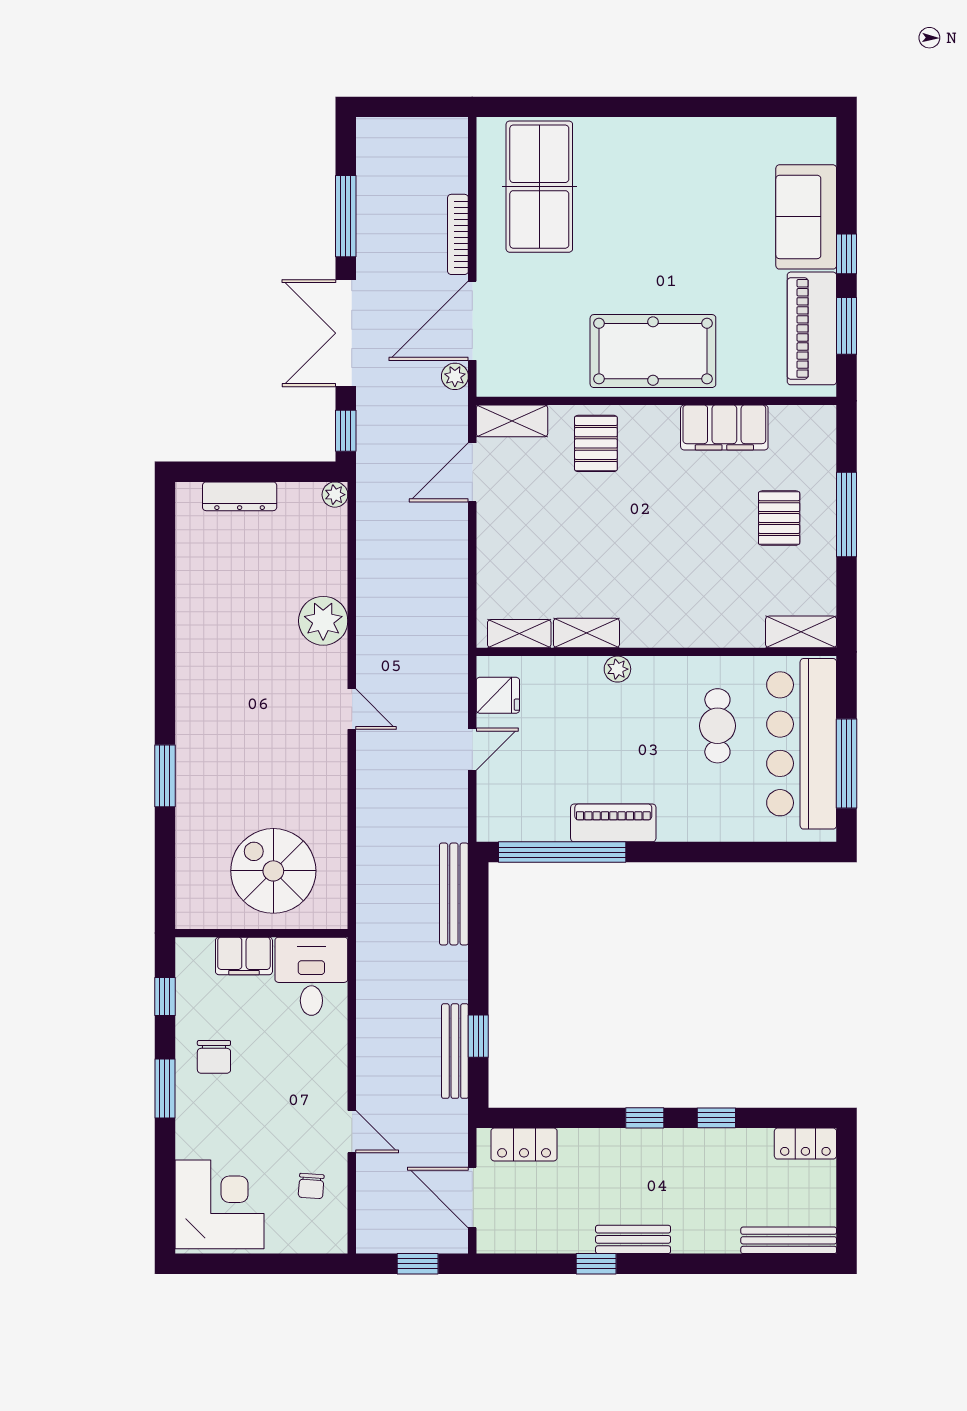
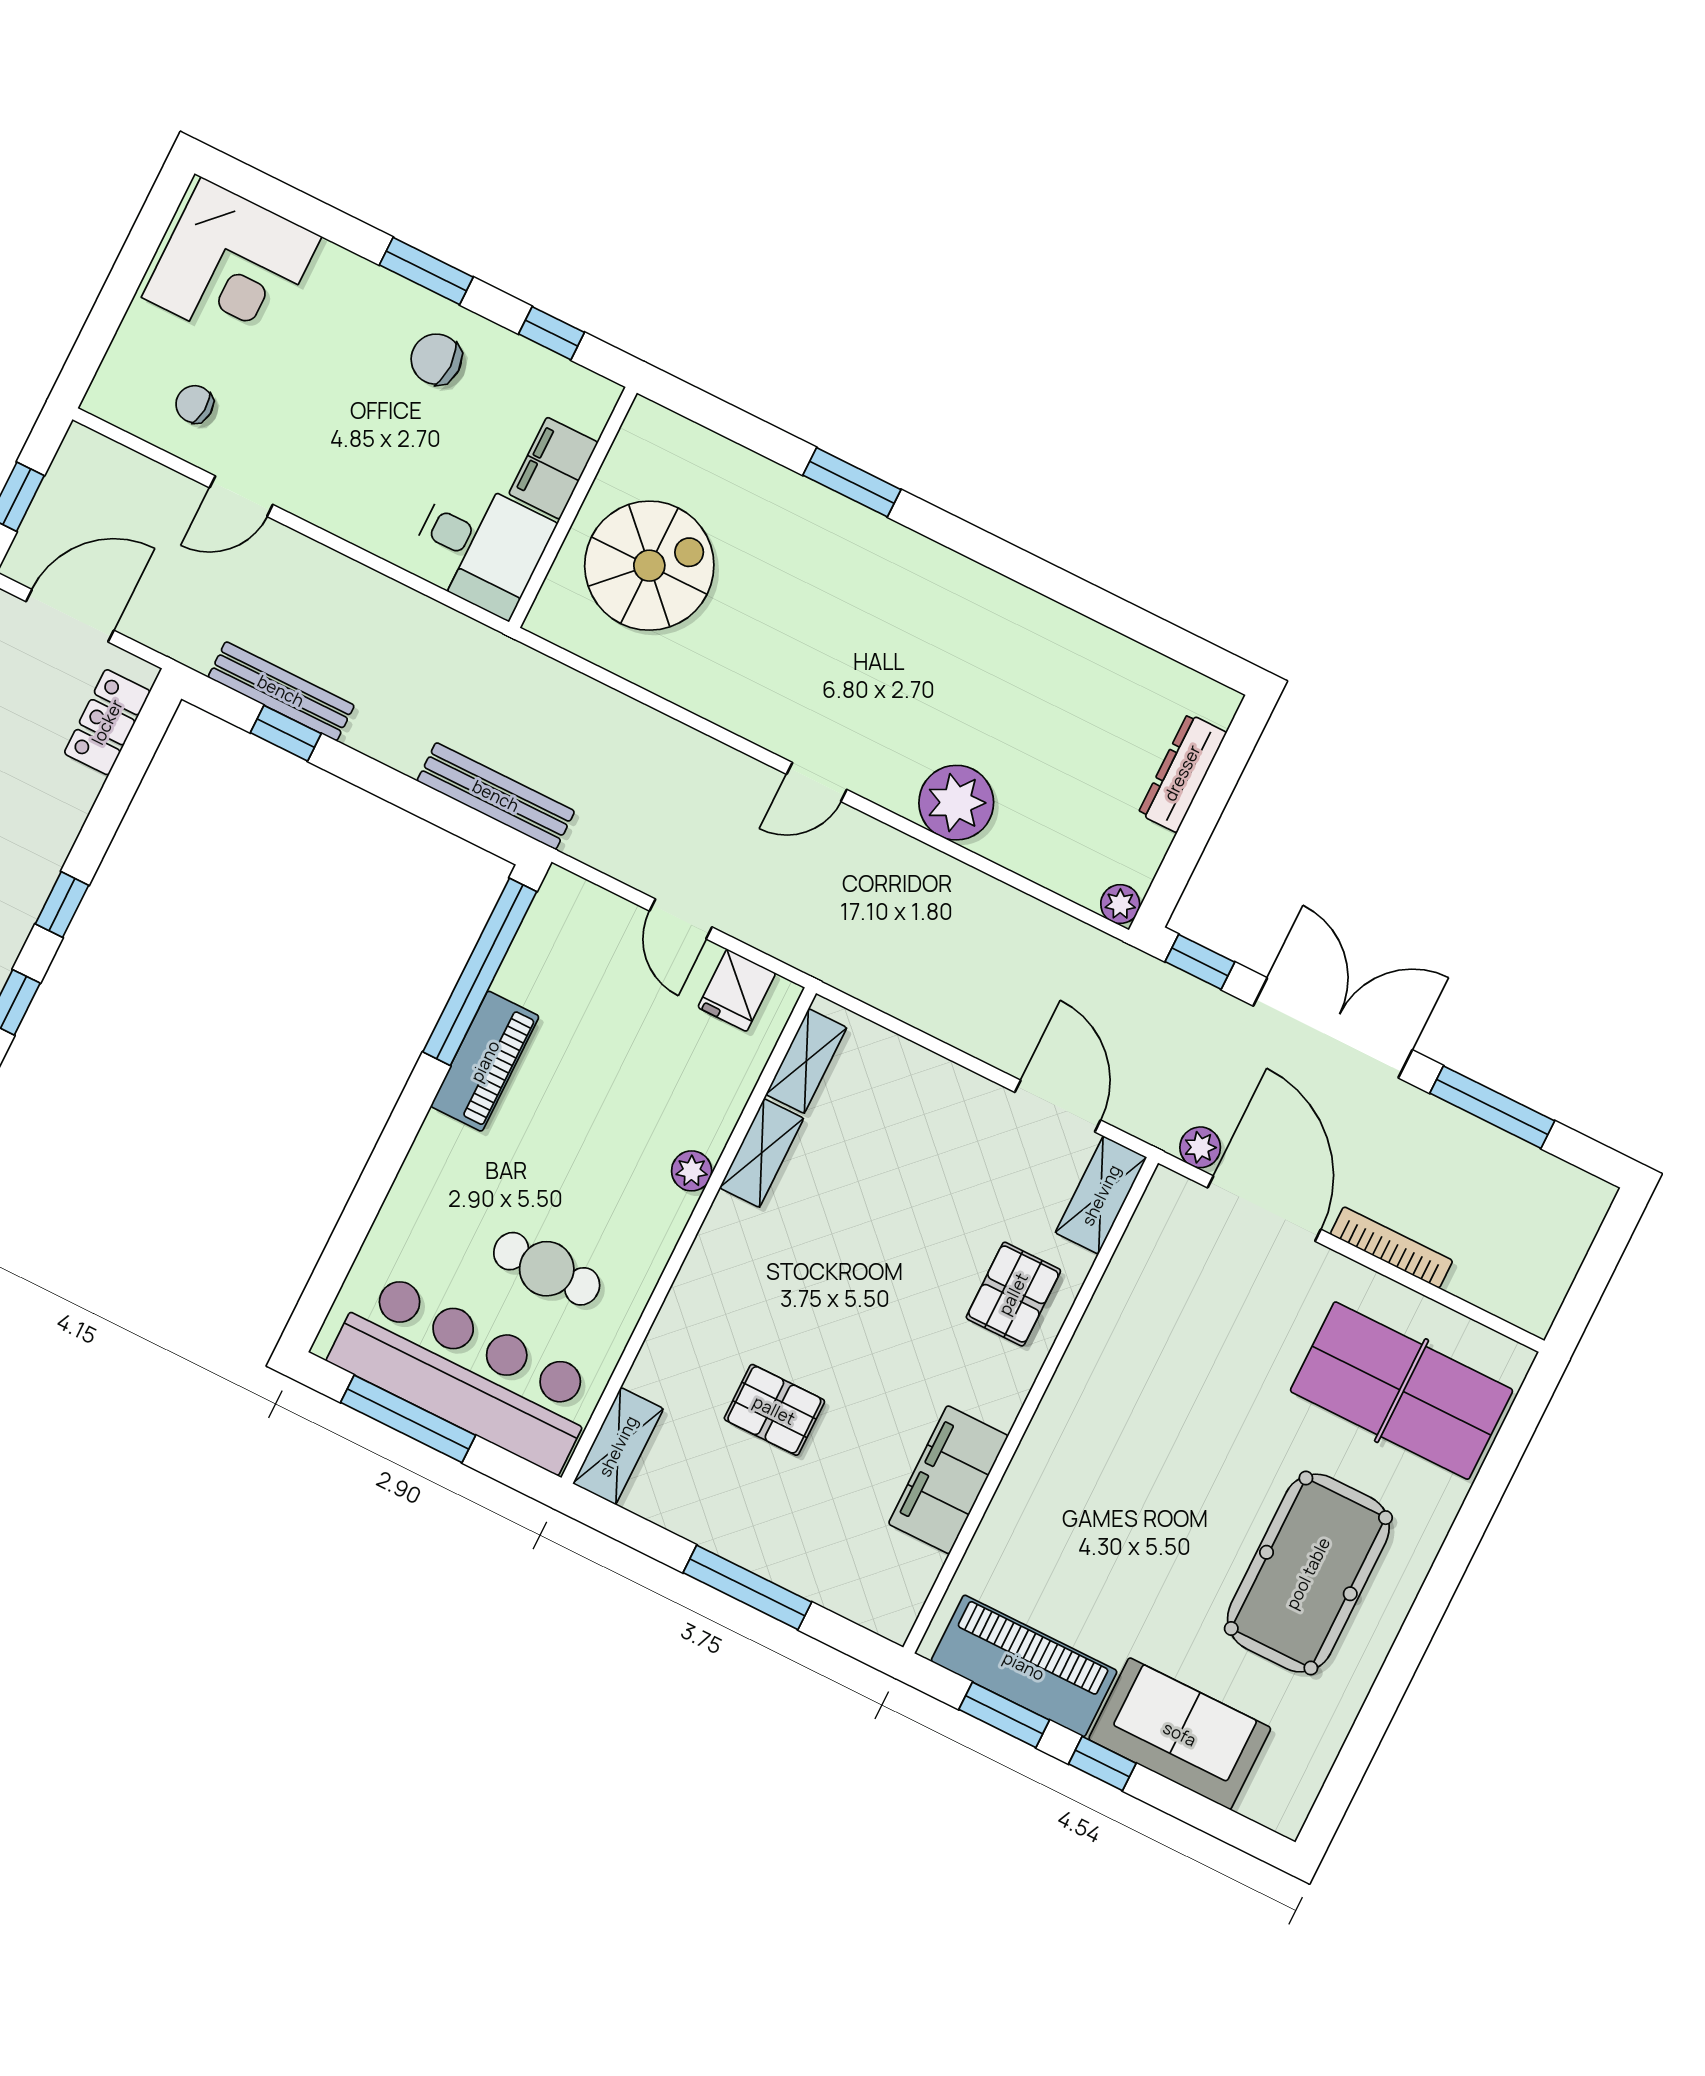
pool table: (653, 351) -> (1308, 1573), moved
pallet: (596, 443) -> (1013, 1294), turned 90
pallet: (779, 518) -> (774, 1410), moved

